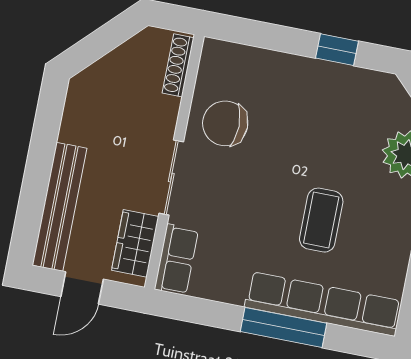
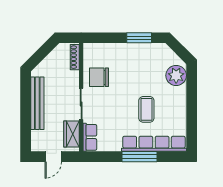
window: (337, 50) -> (139, 38), width x1.50
bench: (59, 207) -> (37, 103), moved

